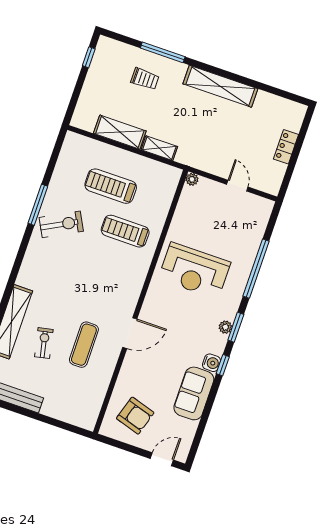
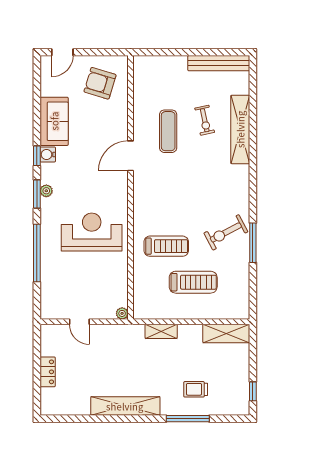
shelving: (120, 132) -> (226, 334), moved

